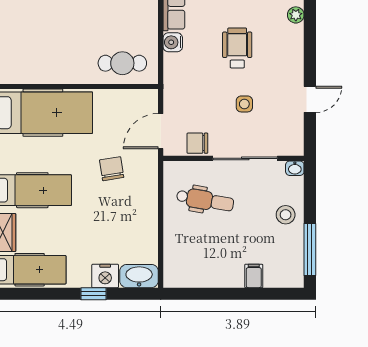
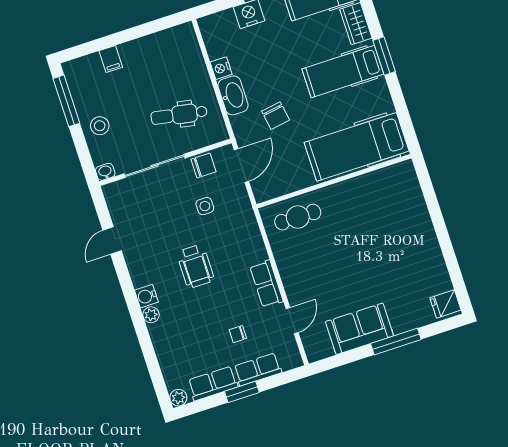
water cooler: (173, 42) -> (146, 296), moved, turned 180
side table: (244, 104) -> (205, 206), moved
nightstand: (149, 232) -> (221, 68), added
washbasin: (139, 276) -> (233, 95), moved, turned -90

